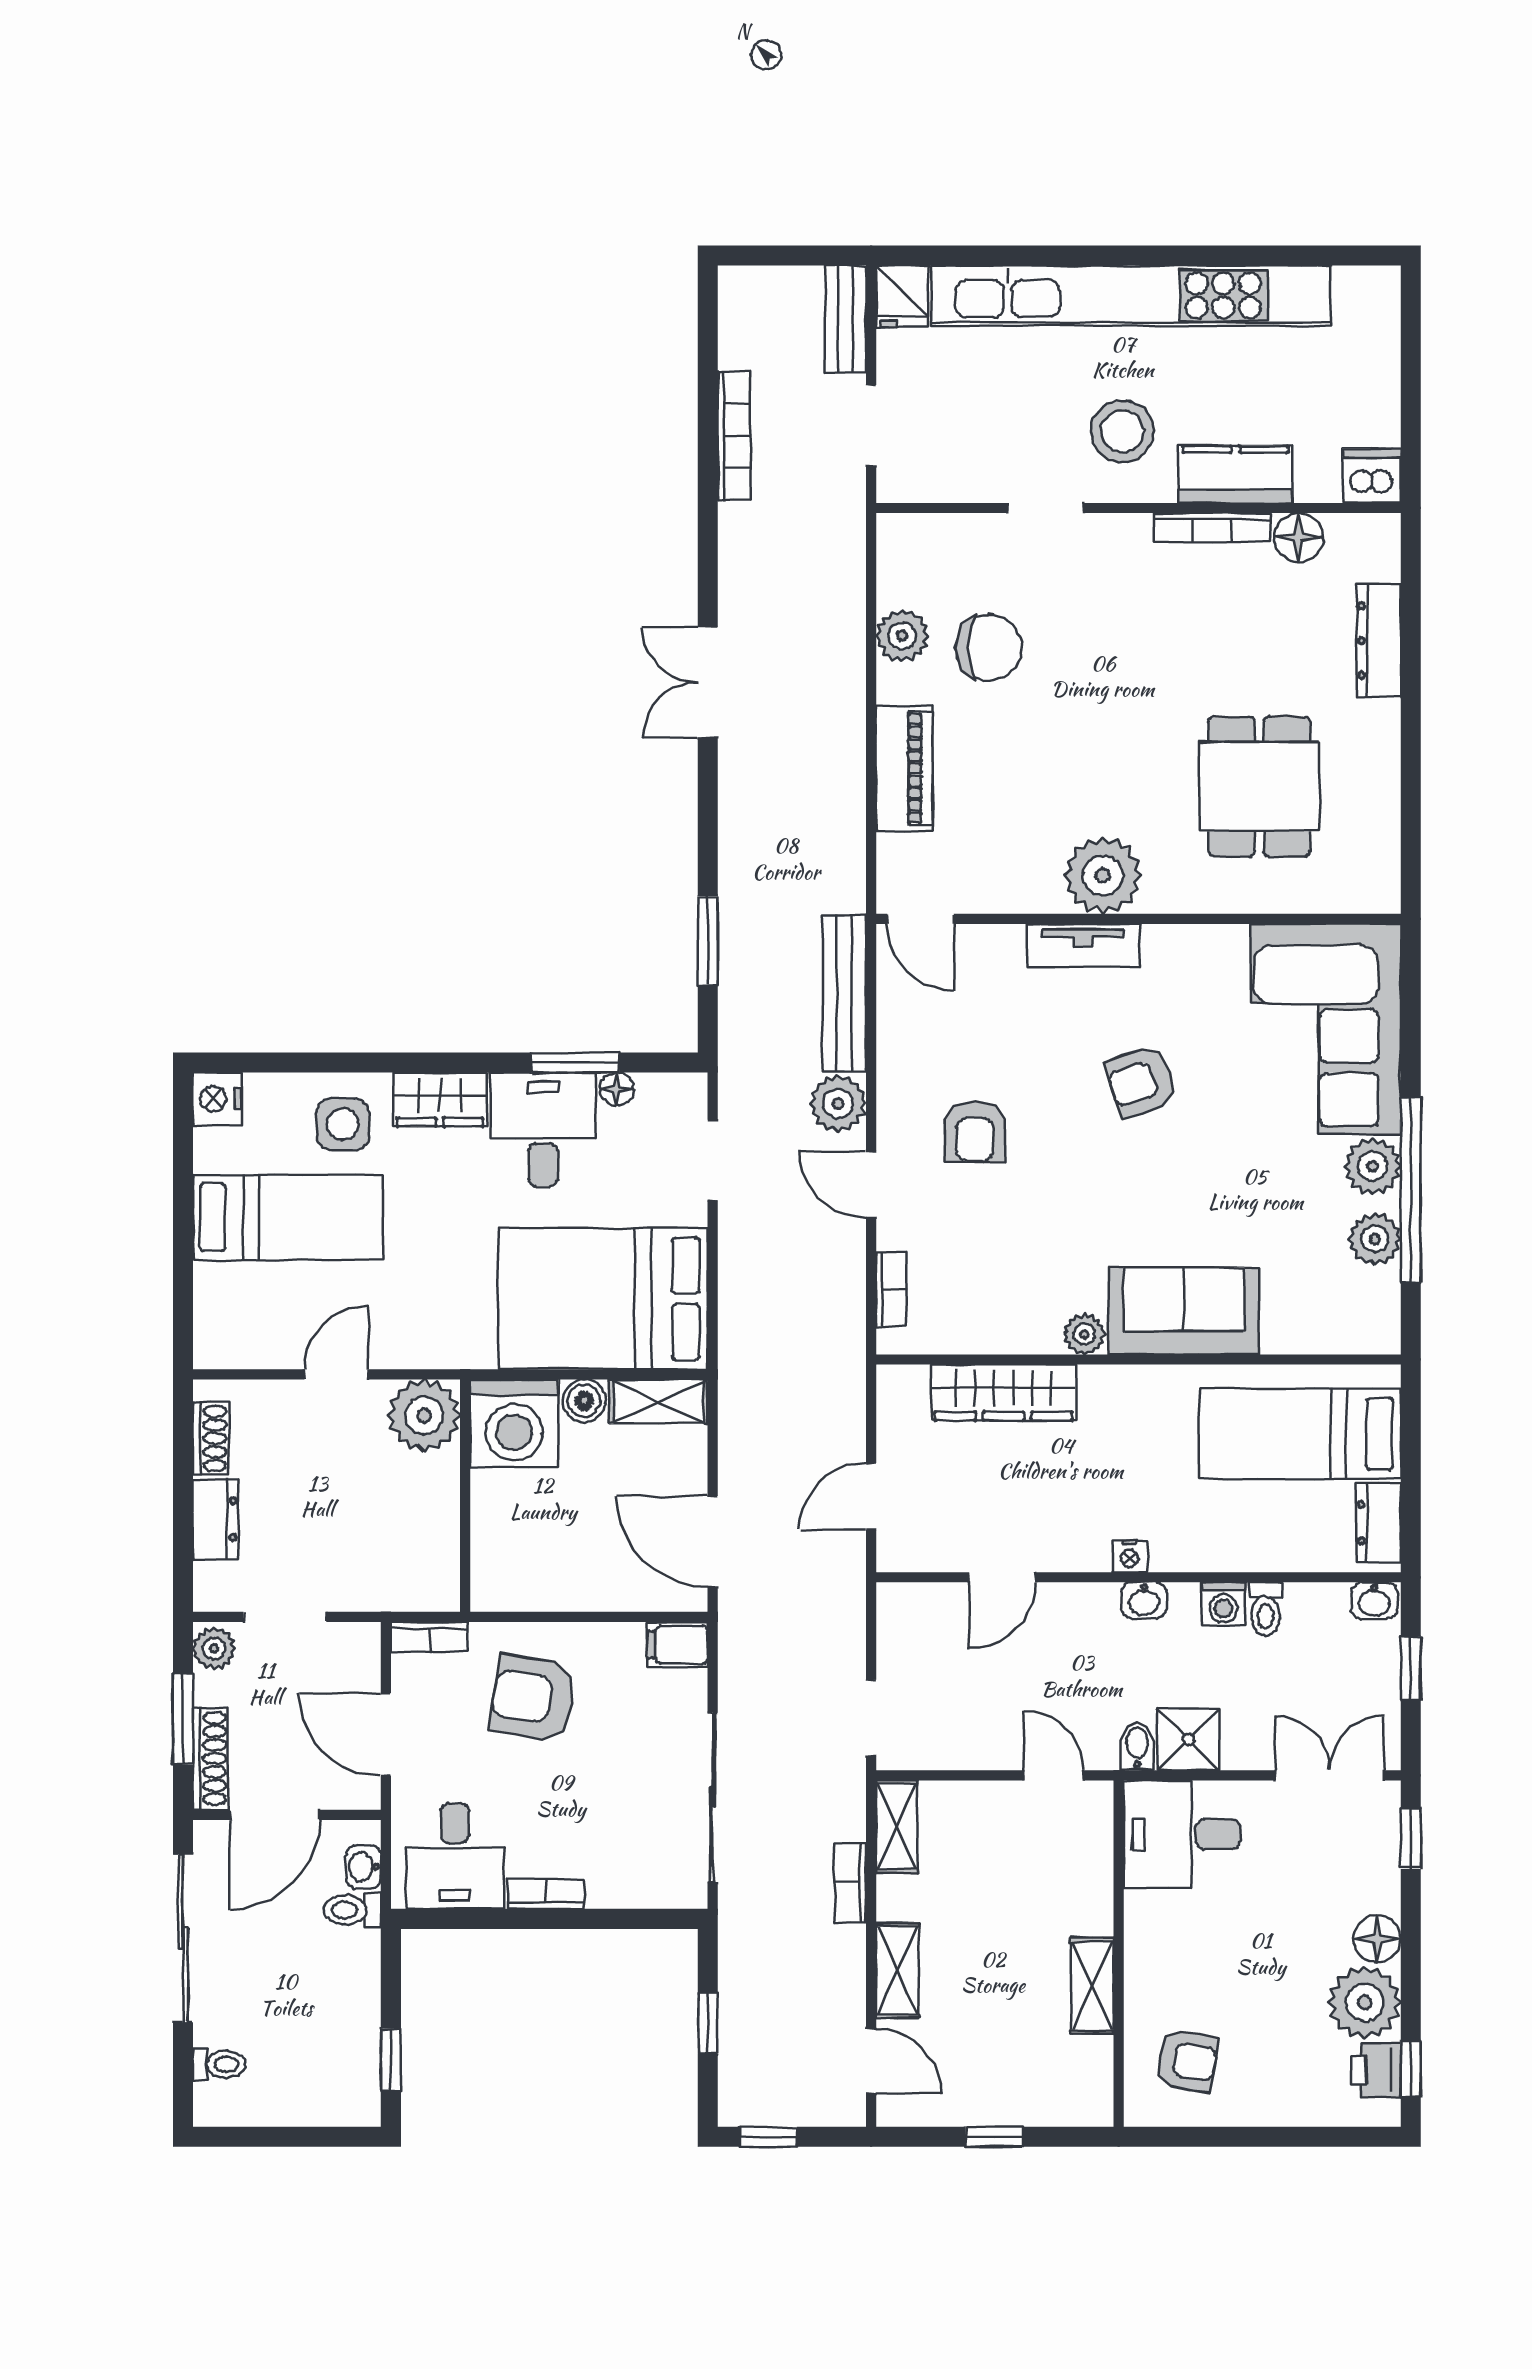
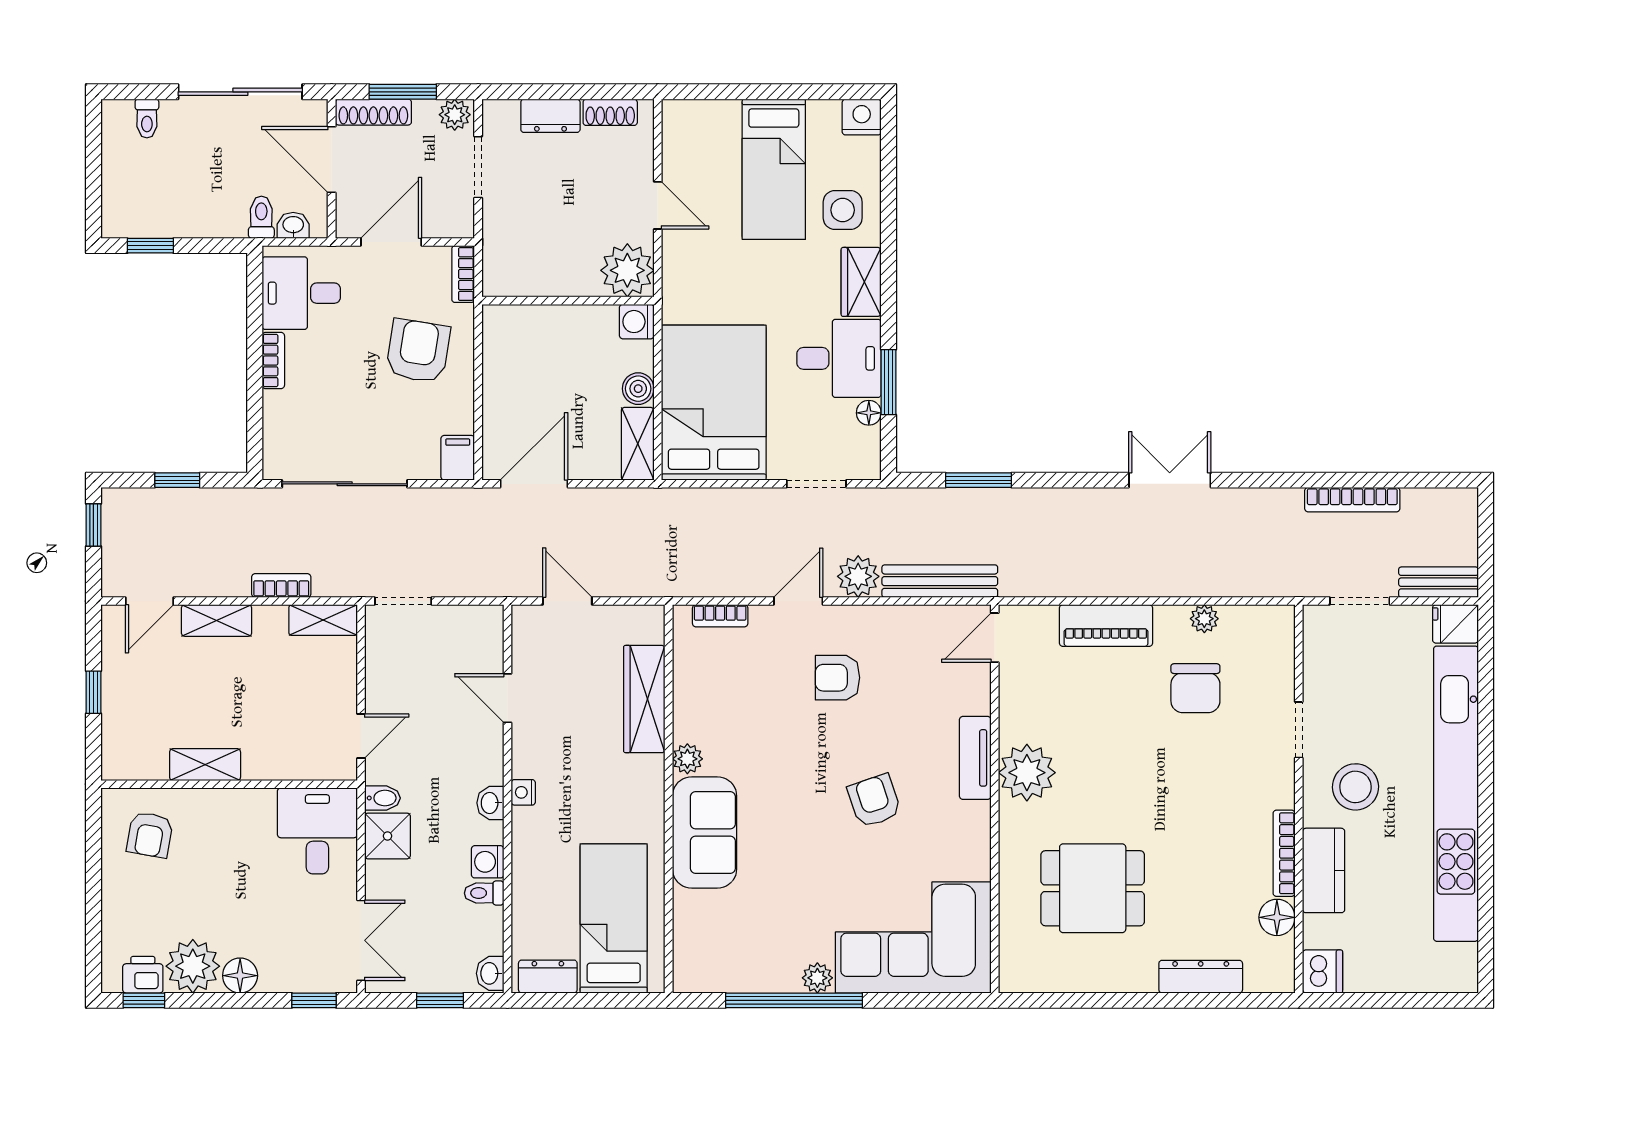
plant: (902, 636) -> (1204, 619), width x0.73, depth x0.73
plant: (1373, 1166) -> (817, 978), width x0.73, depth x0.73
plant: (1375, 1239) -> (758, 974), removed
washing machine: (514, 1423) -> (637, 322), width x0.53, depth x0.53

